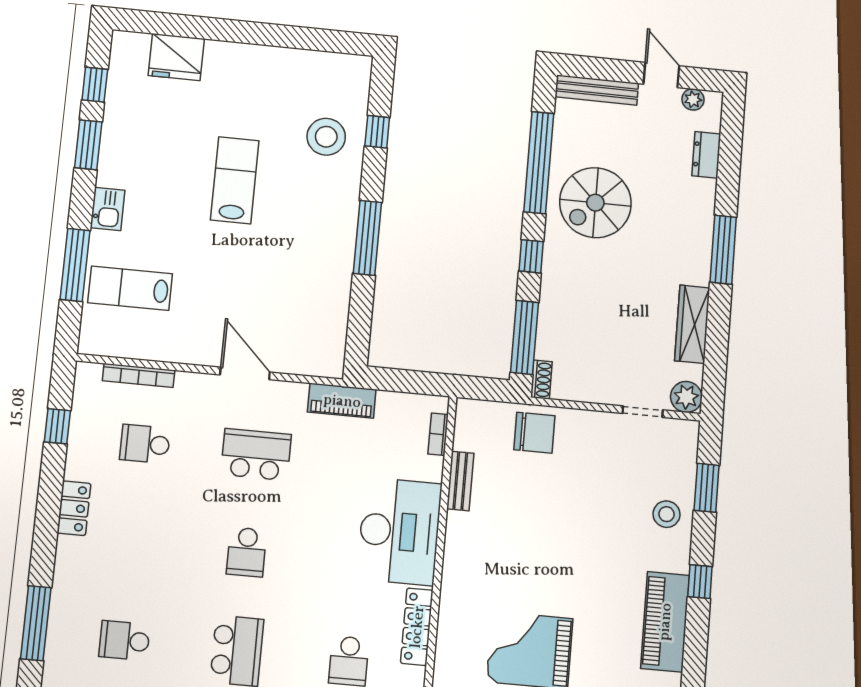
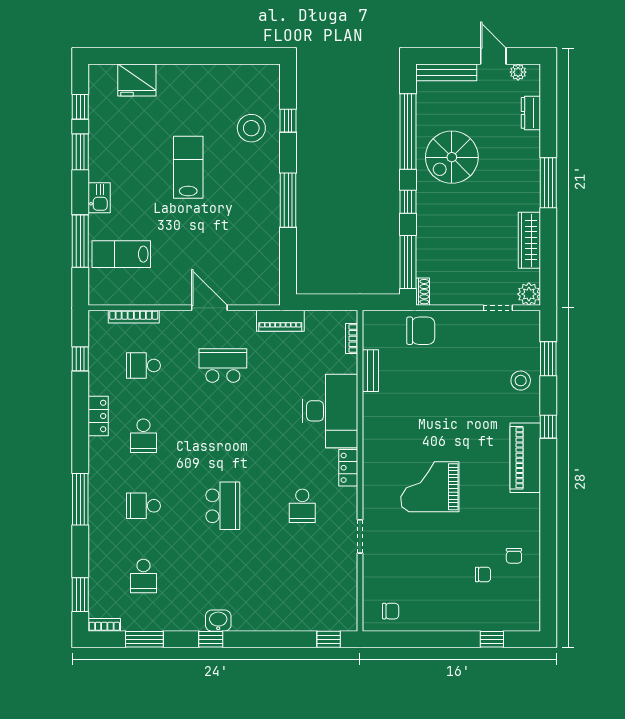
school desk: (247, 552) -> (143, 436), moved
locker: (417, 627) -> (348, 468), width x0.66

